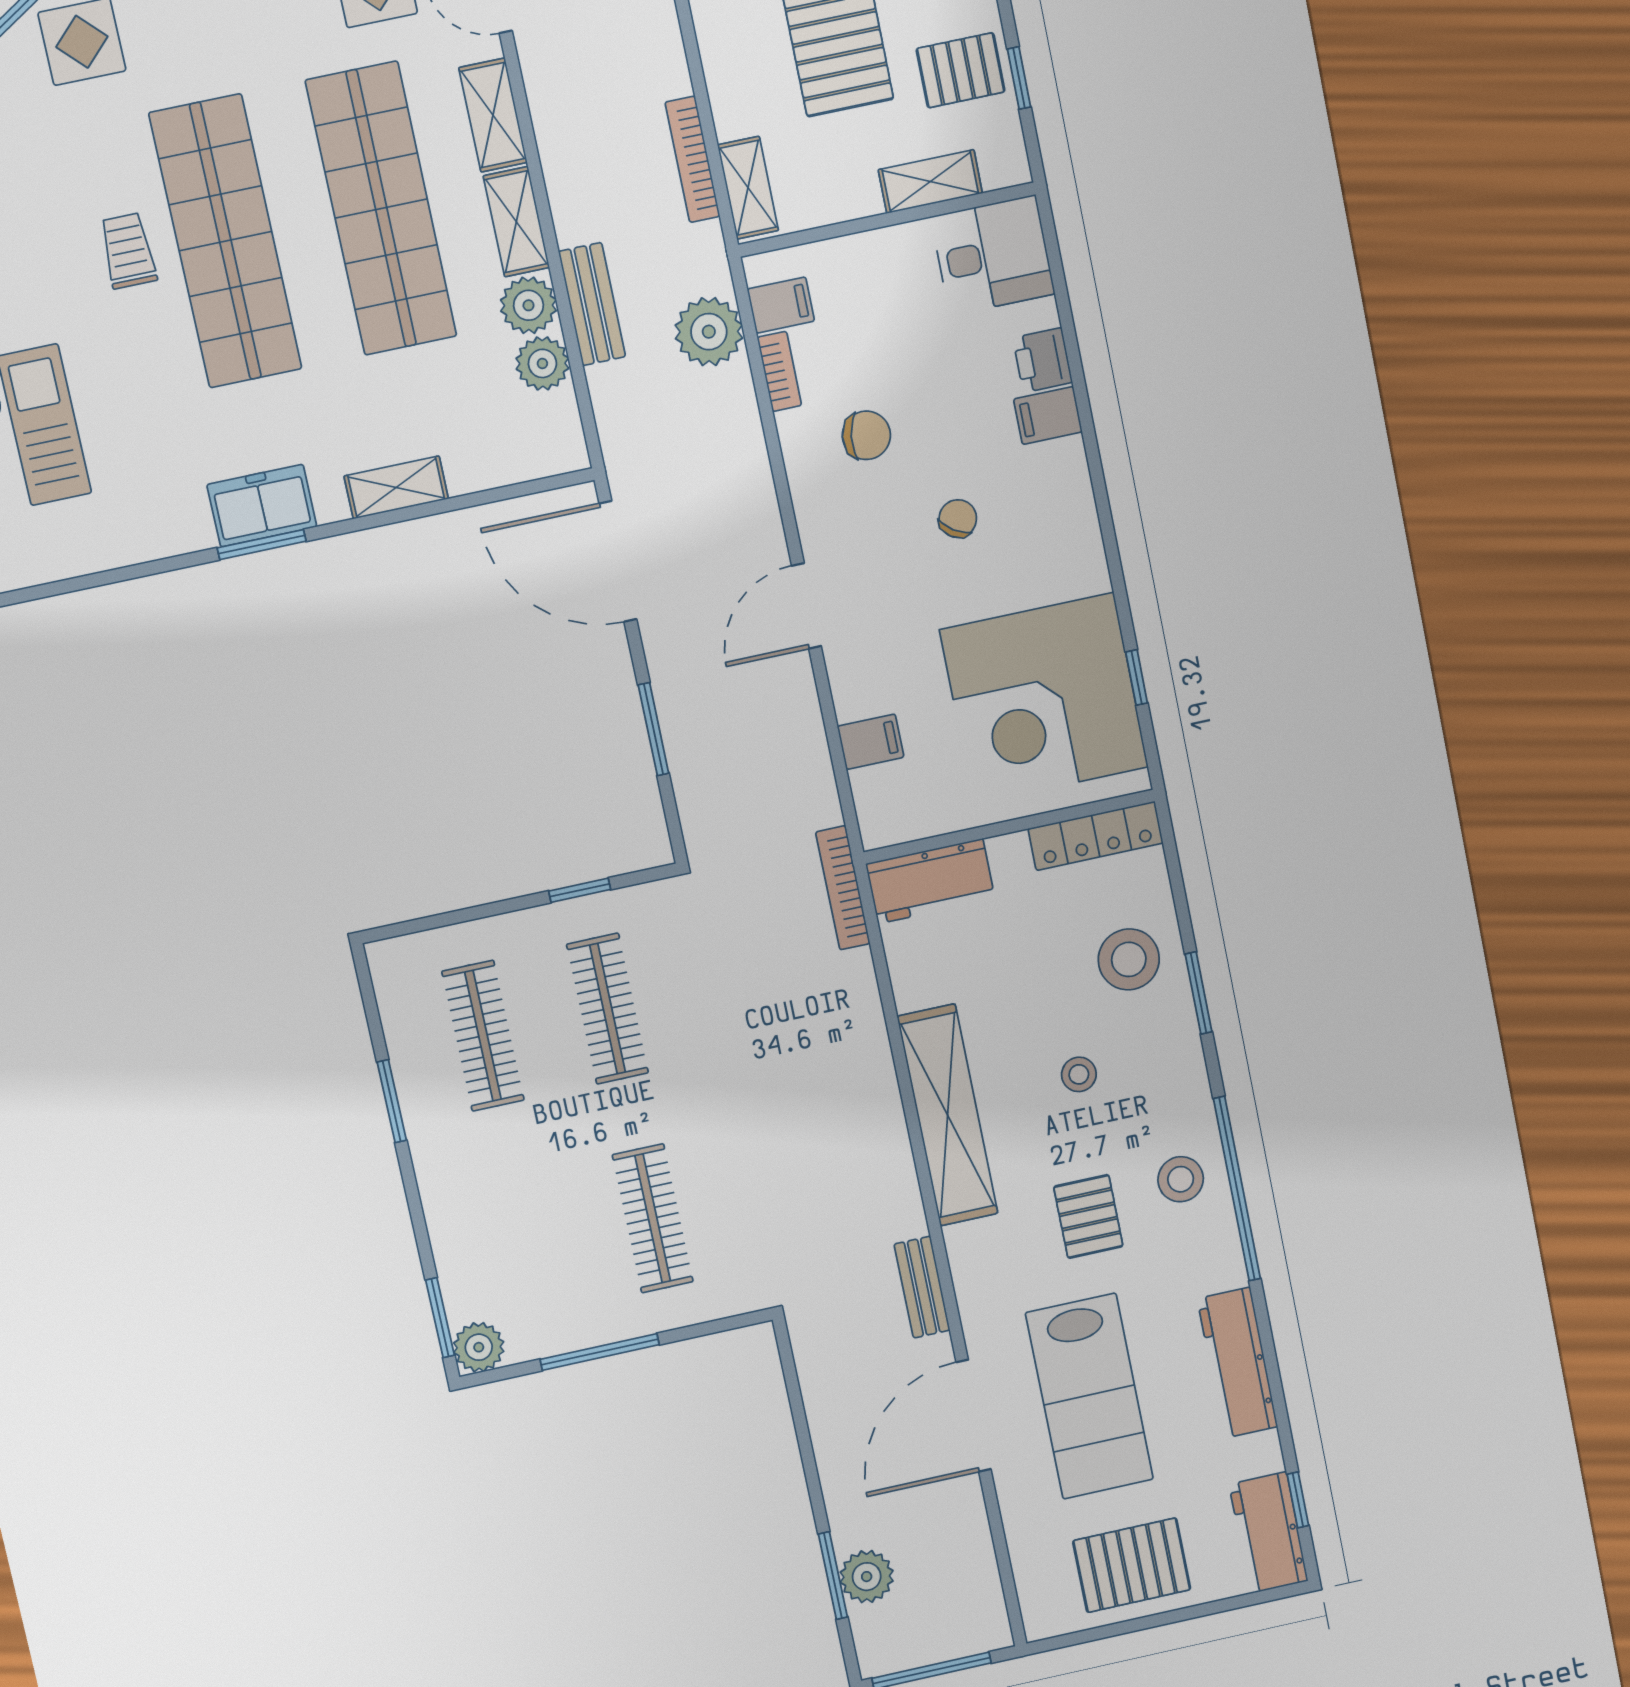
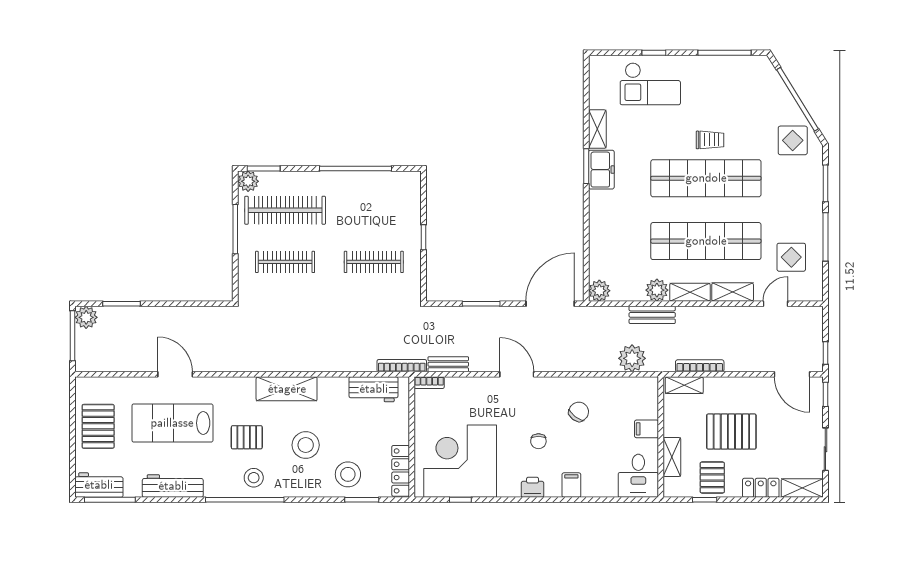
filing cabinet: (781, 305) -> (646, 429), moved, turned 90
printer: (1043, 360) -> (533, 487), moved
plant: (542, 363) -> (599, 291), moved
bookcase: (779, 371) -> (429, 383), moved
chair: (866, 435) -> (579, 412), turned -151
shelving: (396, 487) -> (597, 129), moved
chair: (958, 519) -> (538, 441), turned 56
filing cabinet: (871, 742) -> (458, 389), removed
workbench: (930, 881) -> (374, 389), moved, turned -90
window: (580, 890) -> (424, 237), moved
window: (1199, 993) -> (362, 500), moved
clothes rail: (483, 1036) -> (285, 210), moved, width x1.37, depth x1.31
stool: (1079, 1074) -> (306, 445), width x1.89, depth x1.89
window: (392, 1101) -> (356, 168), width x2.11
shelving: (948, 1115) -> (287, 389), width x0.68
bench: (922, 1287) -> (448, 364), moved
door: (973, 1416) -> (175, 374), width x0.73
window: (1298, 1500) -> (110, 500), width x2.17
plant: (867, 1577) -> (86, 317), moved

